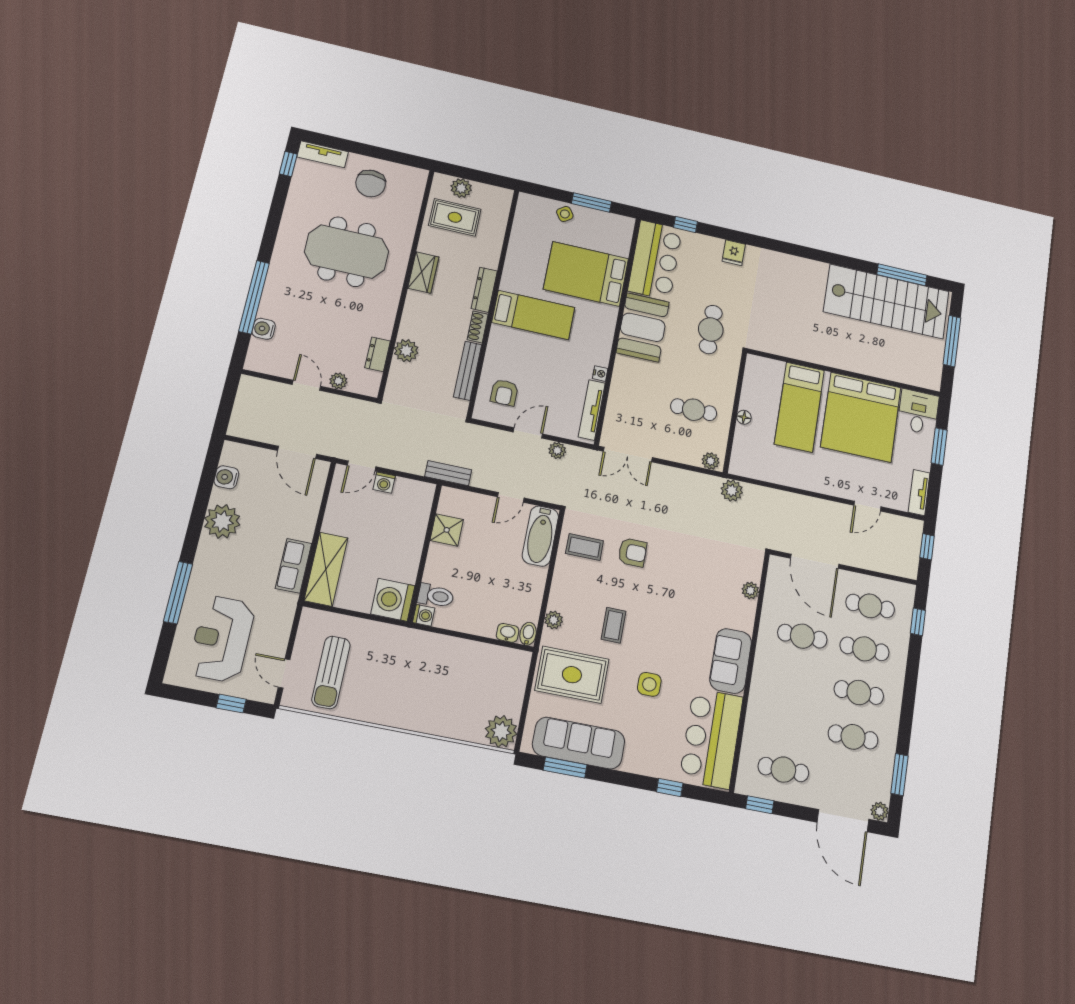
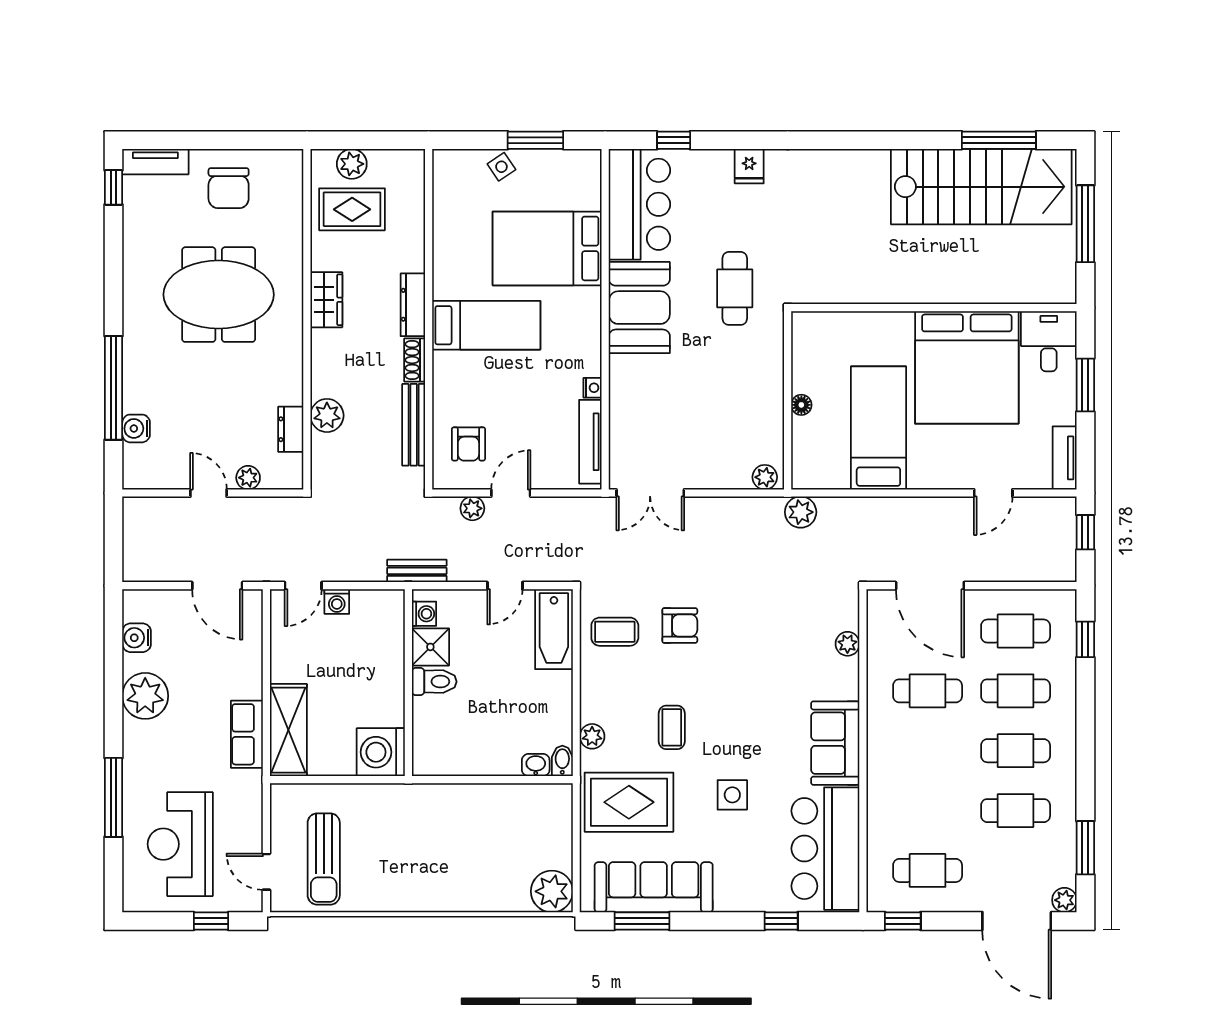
bed: (799, 407) -> (878, 428), moved, turned 180
cafe table: (694, 410) -> (730, 410), removed
plant: (557, 450) -> (472, 508), moved
toilet: (436, 596) -> (434, 682), moved
washing machine: (424, 615) -> (424, 614), moved

